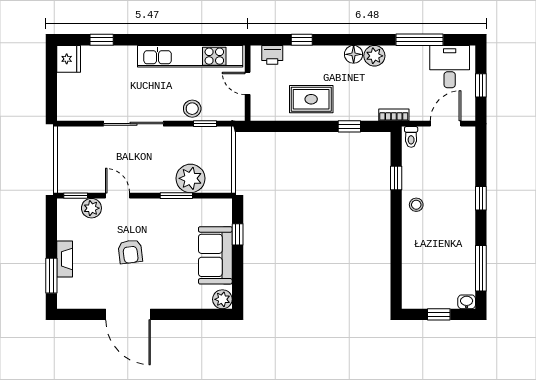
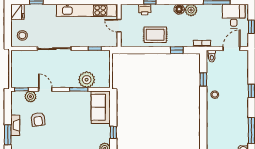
printer: (272, 55) -> (145, 10), moved
stool: (192, 109) -> (22, 35), moved
window: (238, 234) -> (113, 132), moved
armchair: (130, 252) -> (38, 119), moved
sofa: (215, 255) -> (101, 107), moved

